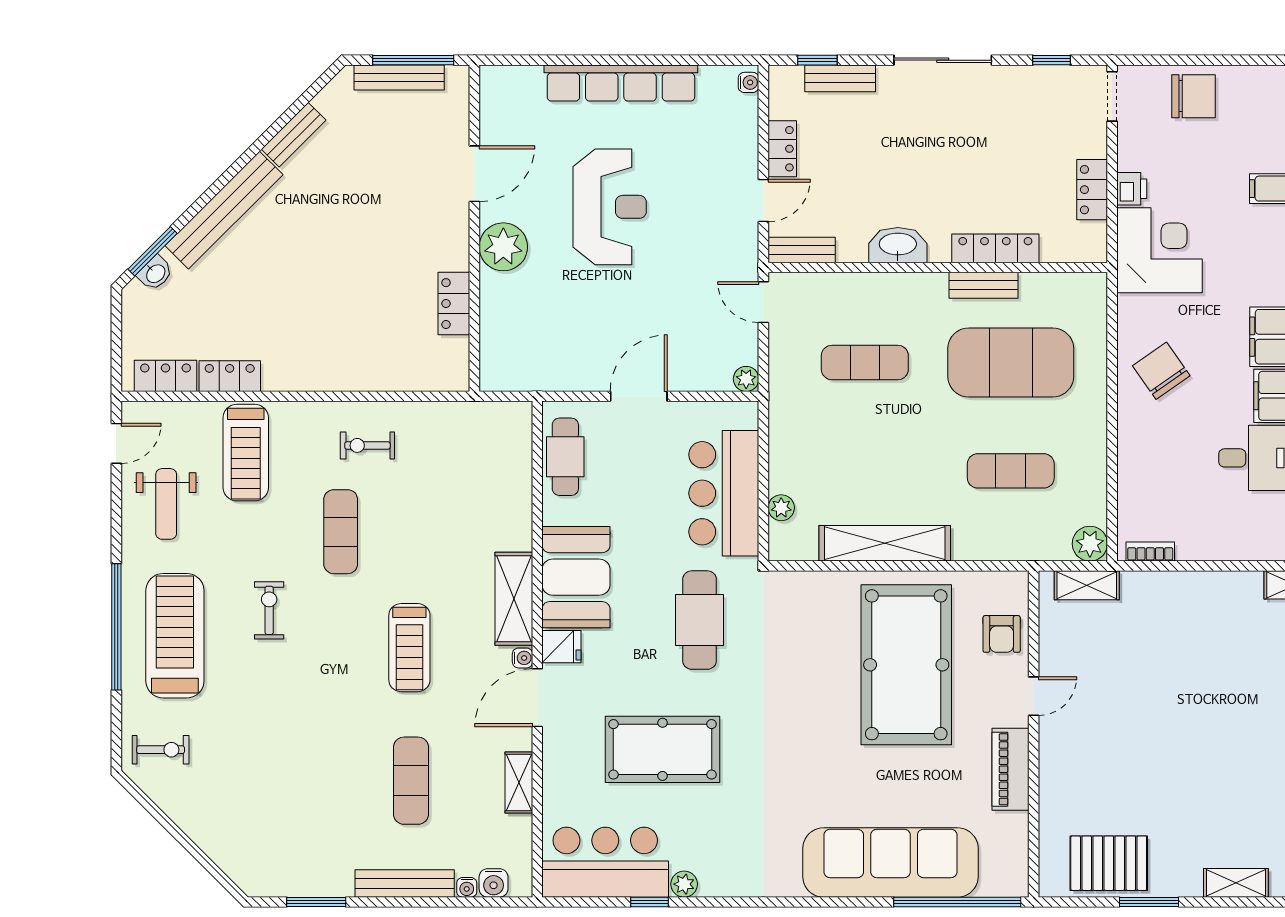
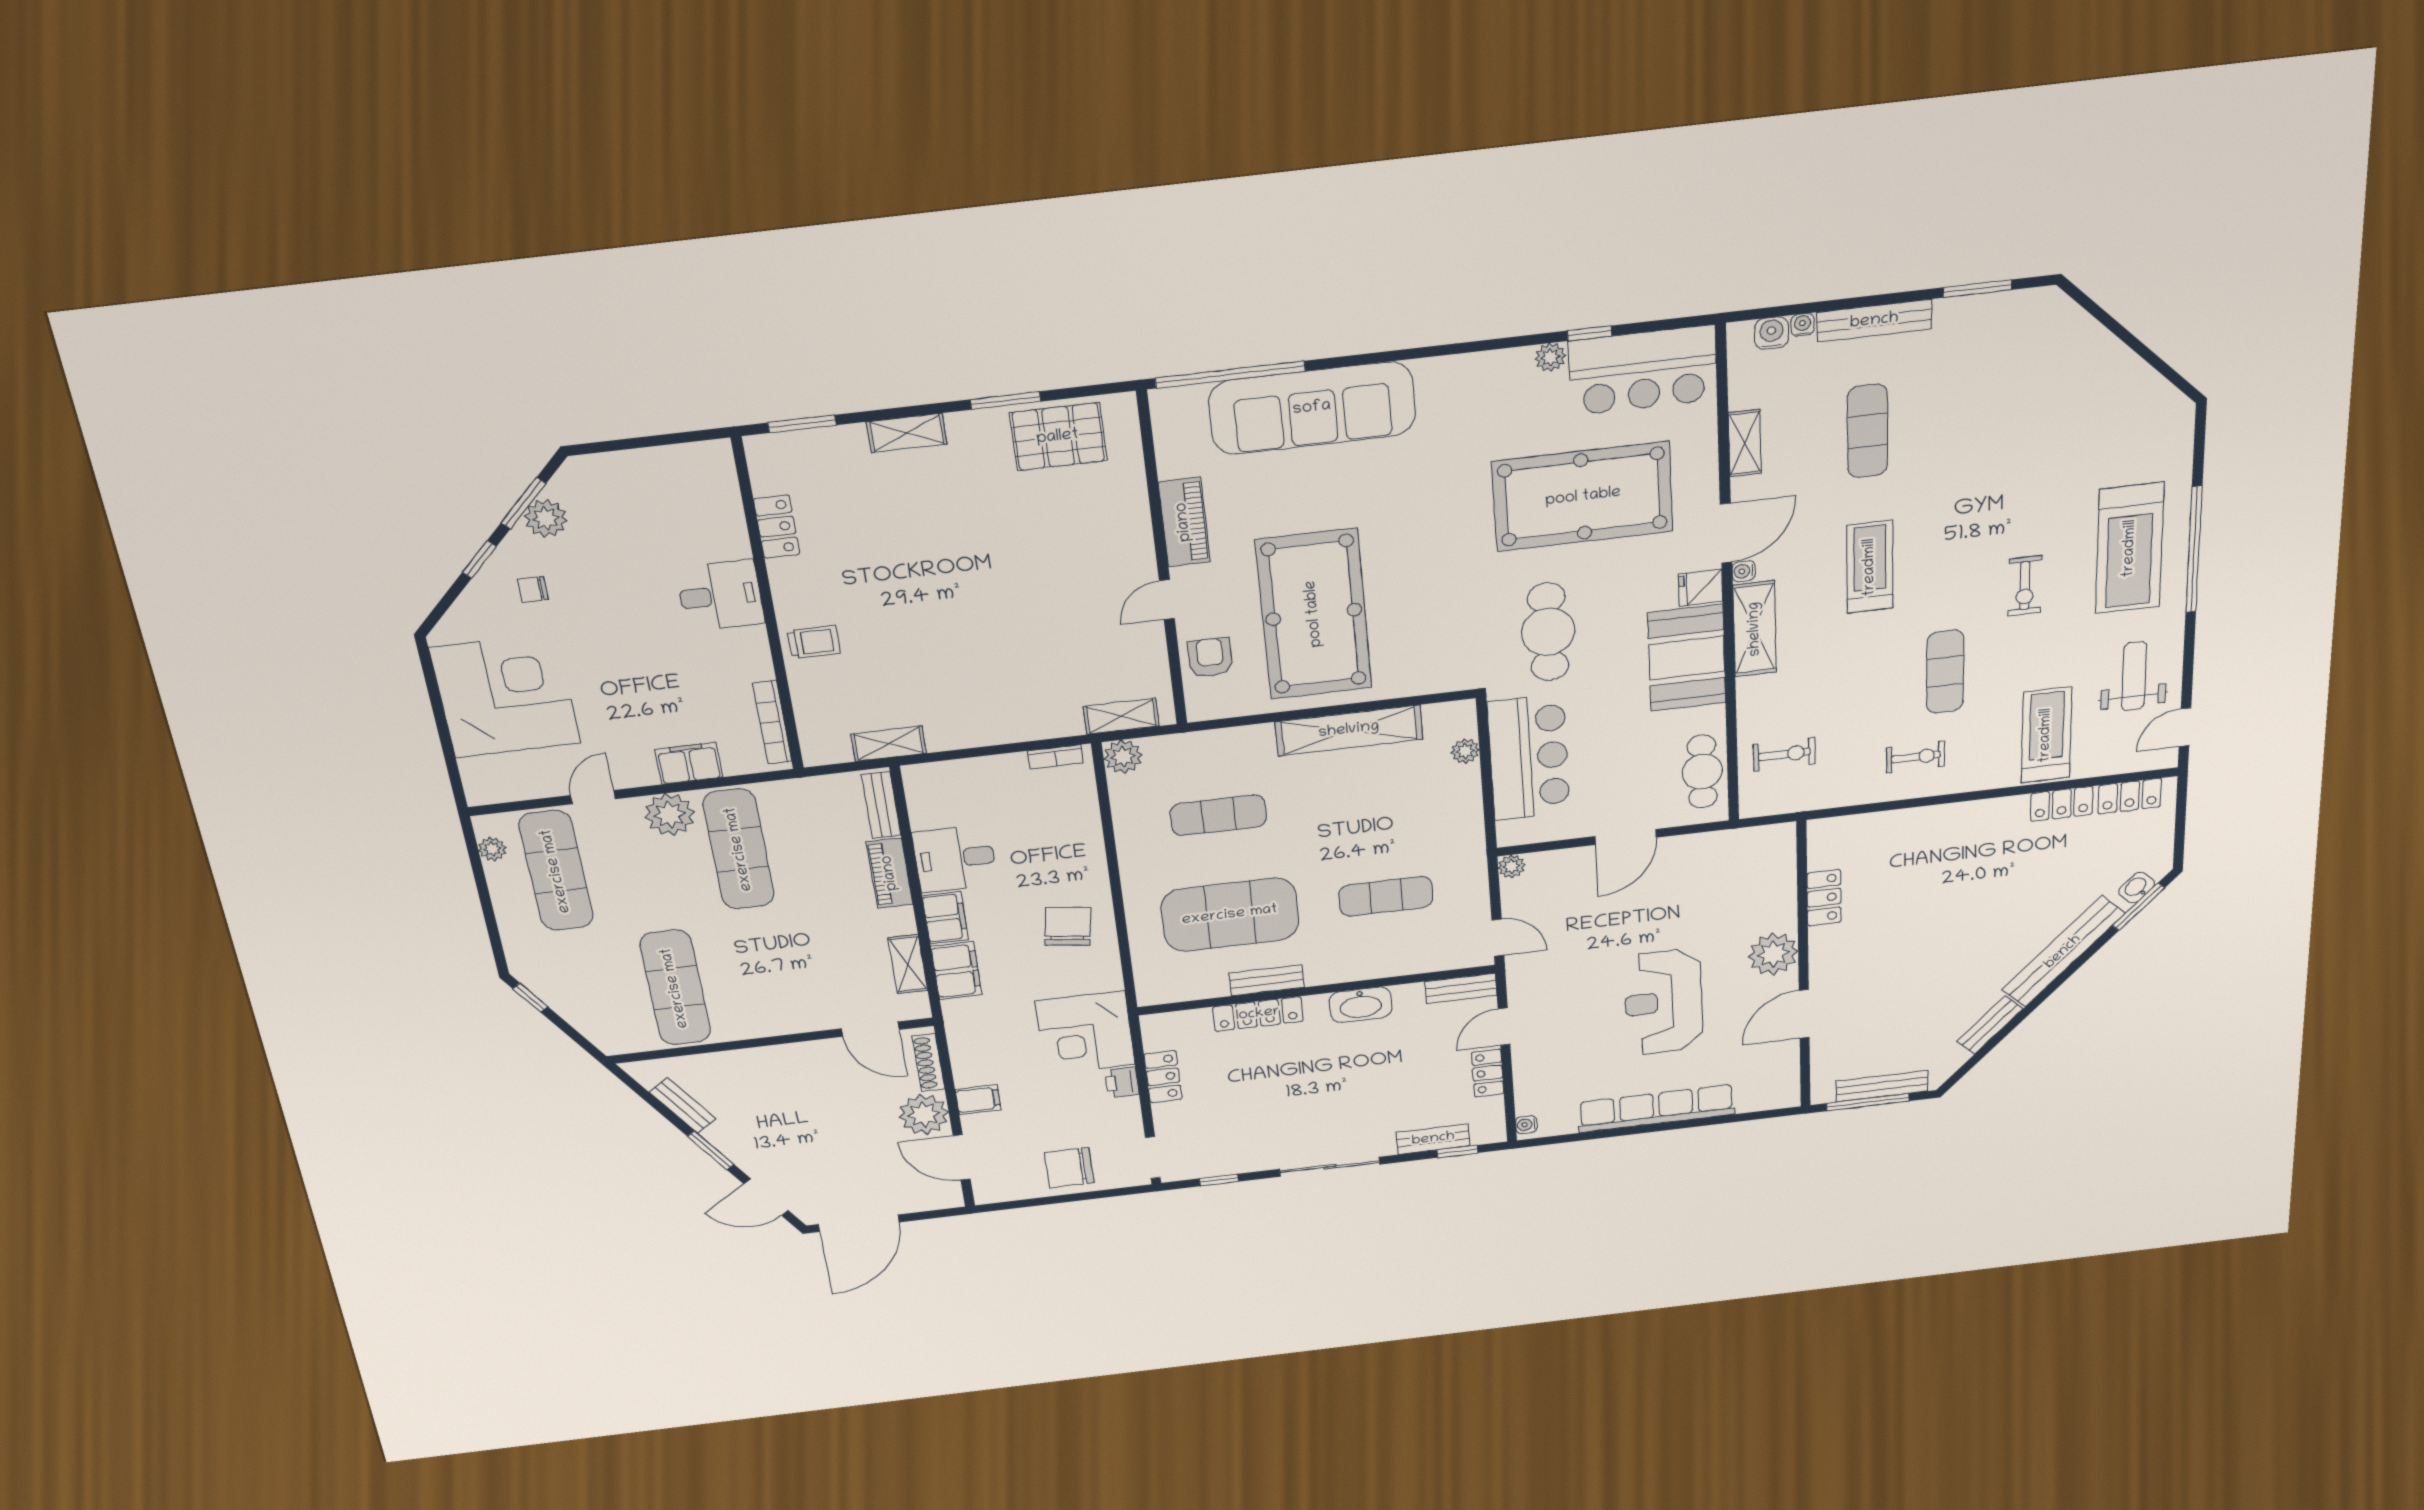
chair: (1161, 371) -> (1068, 926), turned -137
pool table: (663, 749) -> (1583, 497), width x1.36, depth x1.32
exercise bike: (161, 750) -> (1784, 754), moved, turned 180

